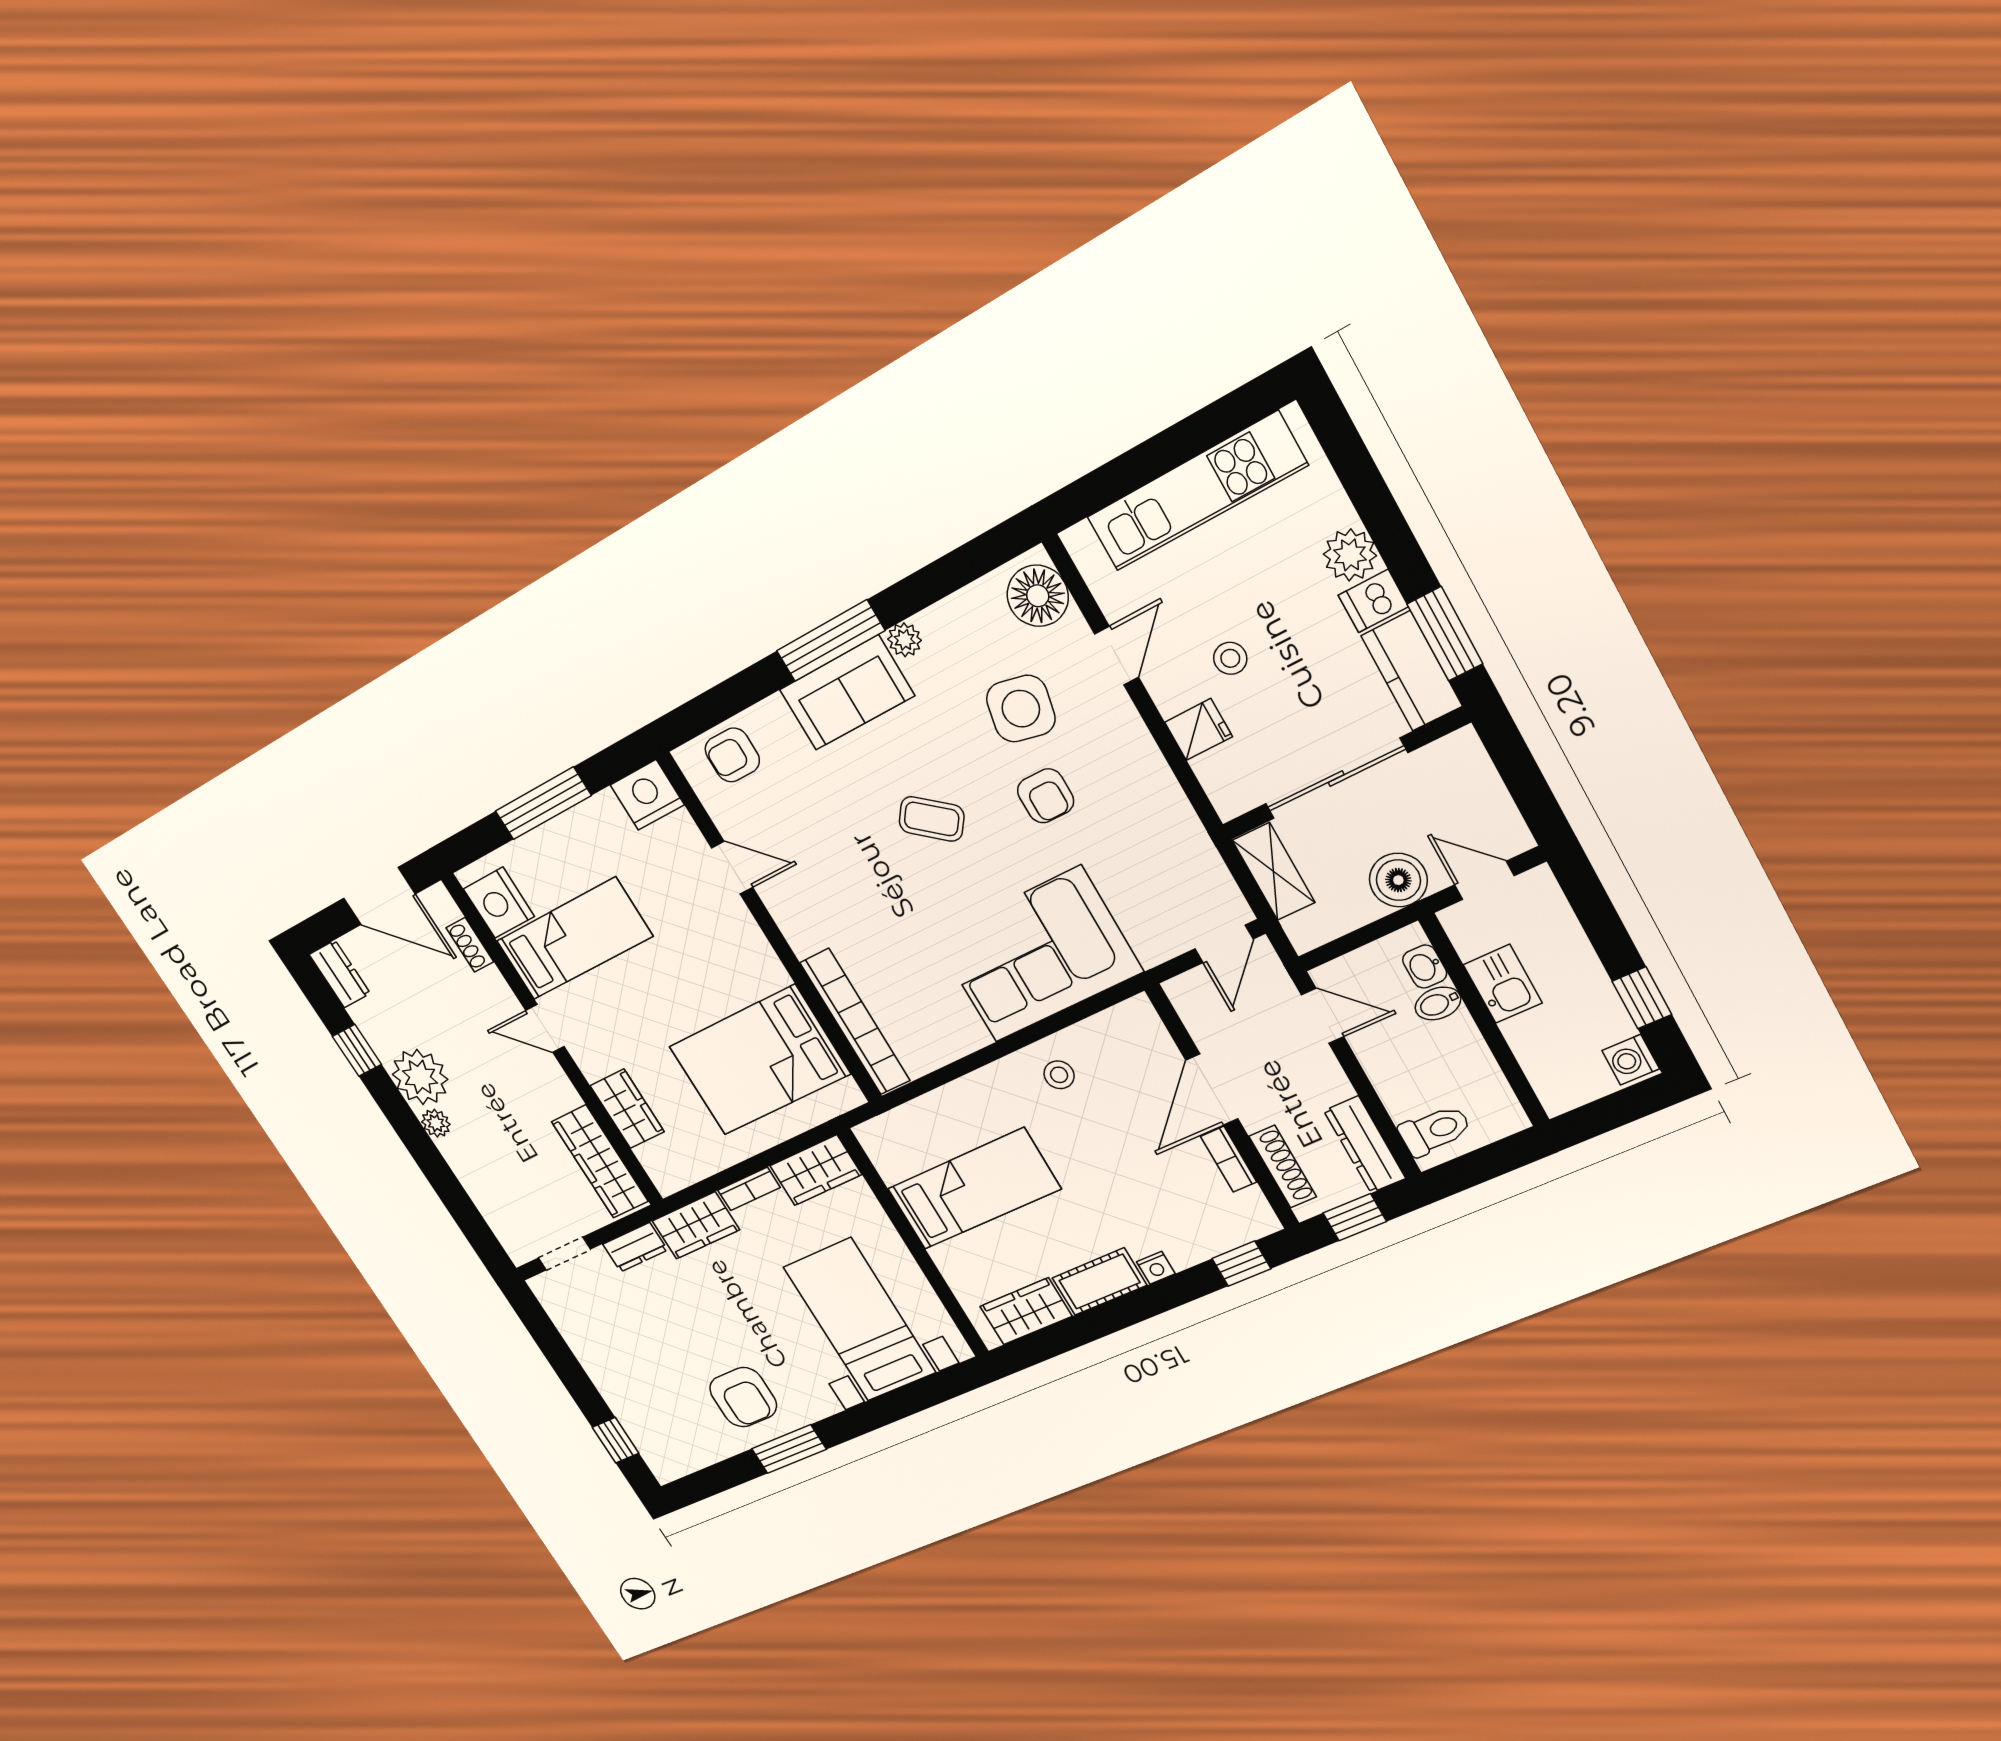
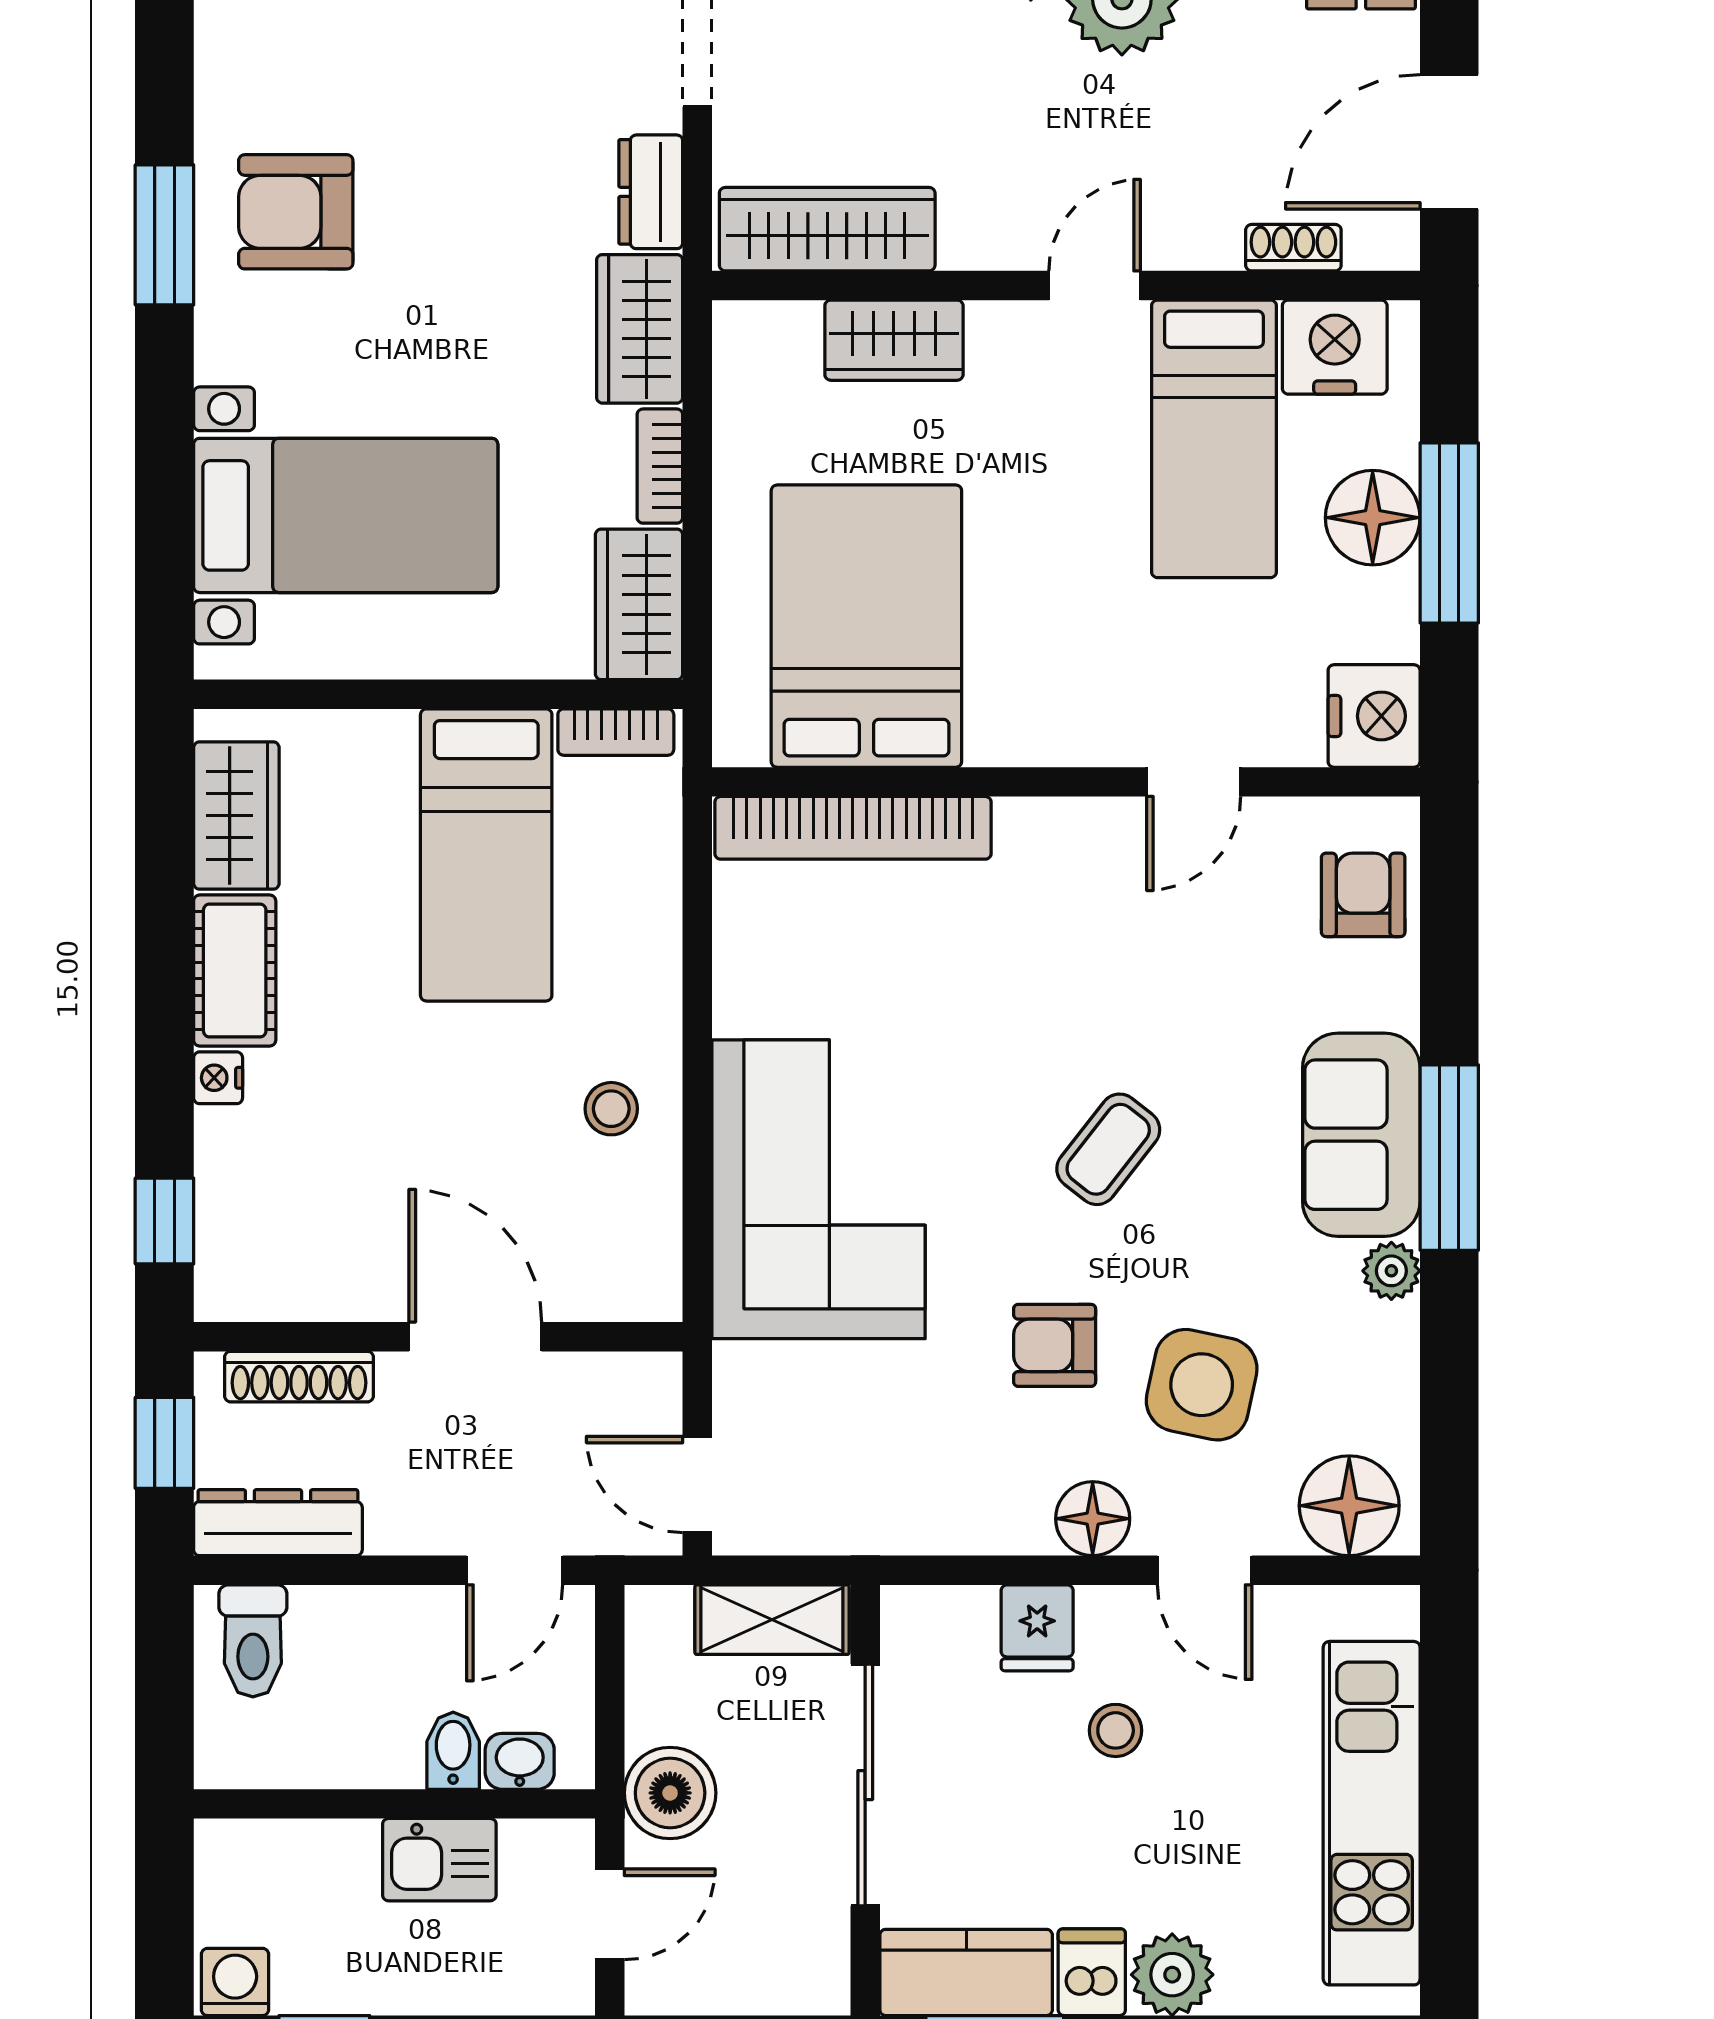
floor lamp: (1124, 730) -> (1093, 1519), added
floor lamp: (560, 844) -> (1373, 518), added
bookcase: (1229, 1159) -> (616, 732), moved, turned 180

